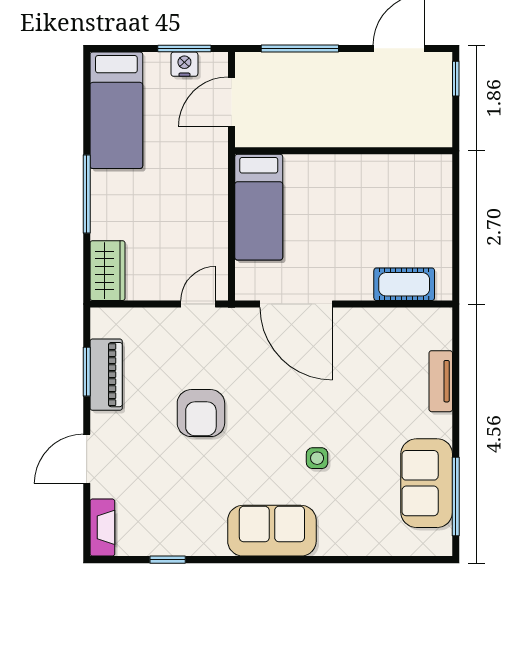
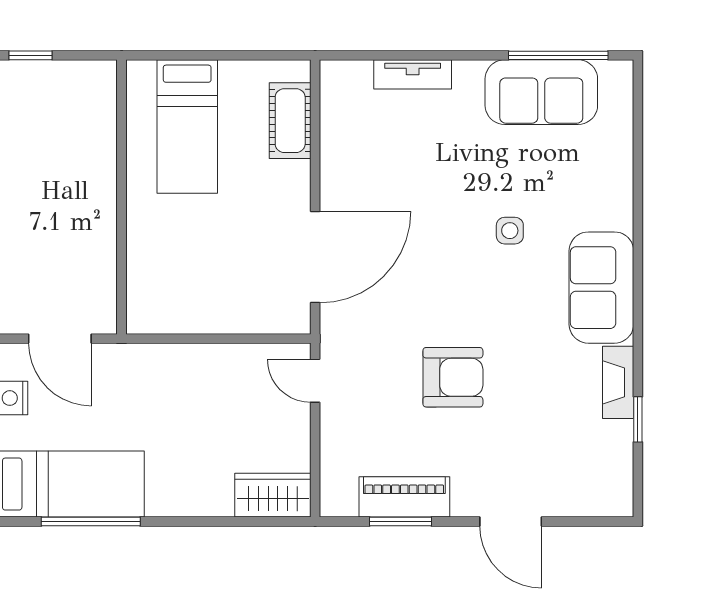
window: (87, 194) -> (91, 522), moved
bed: (259, 207) -> (187, 127), moved, turned 90
fireplace: (102, 527) -> (618, 382), moved, turned -90

